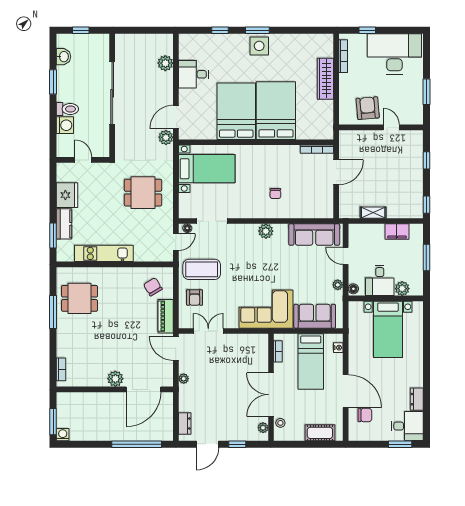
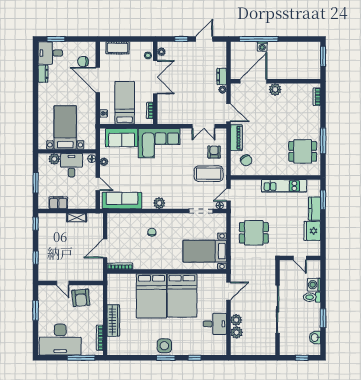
window: (367, 30) -> (81, 358), width x2.17
plant: (166, 137) -> (236, 320), moved
dresser: (185, 424) -> (222, 77), moved
washing machine: (63, 435) -> (262, 46), moved

